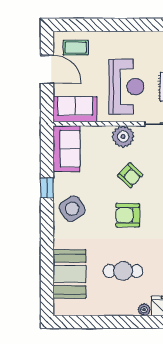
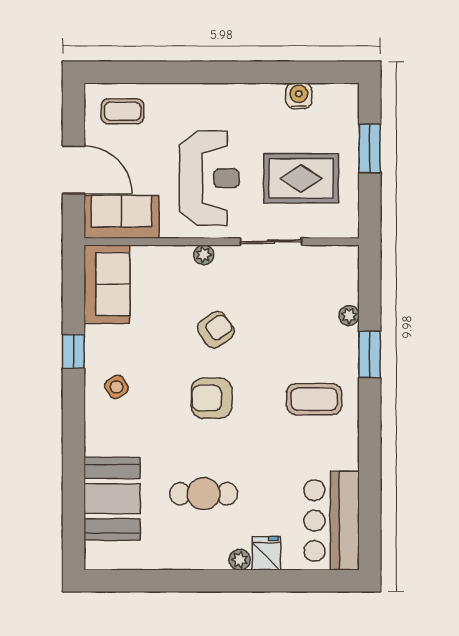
door: (47, 69) -> (73, 170), moved
plant: (123, 137) -> (204, 255), width x0.53, depth x0.53
armchair: (130, 175) -> (216, 330), turned -79
side table: (72, 209) -> (117, 387), width x0.54, depth x0.54

